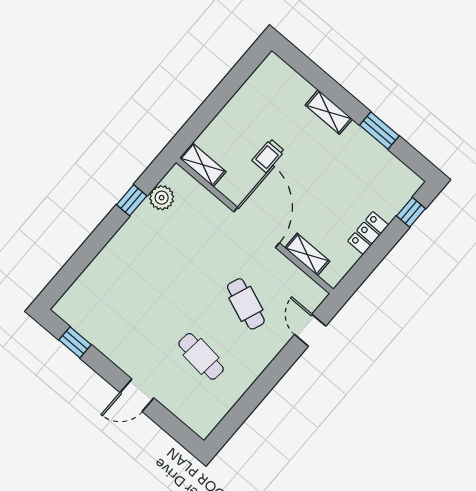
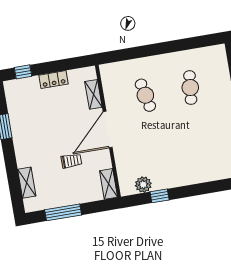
window: (228, 88) -> (63, 212), added
shelving: (329, 112) -> (27, 183), moved
cafe table: (246, 304) -> (145, 95), turned -33
door: (310, 330) -> (124, 55), removed

